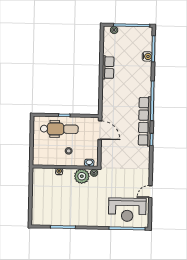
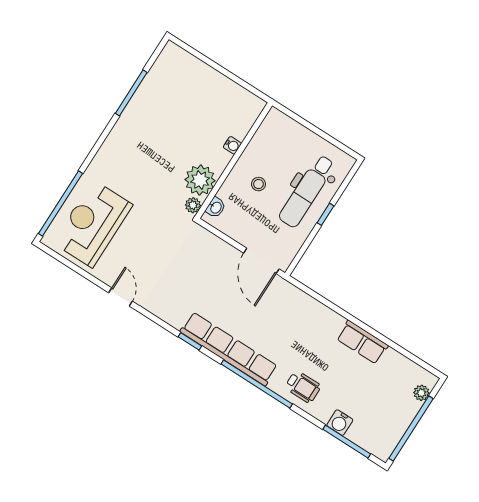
wheelchair: (142, 81) -> (303, 387), added
door: (100, 130) -> (261, 261), hinge flipped
door: (150, 192) -> (121, 297), moved

